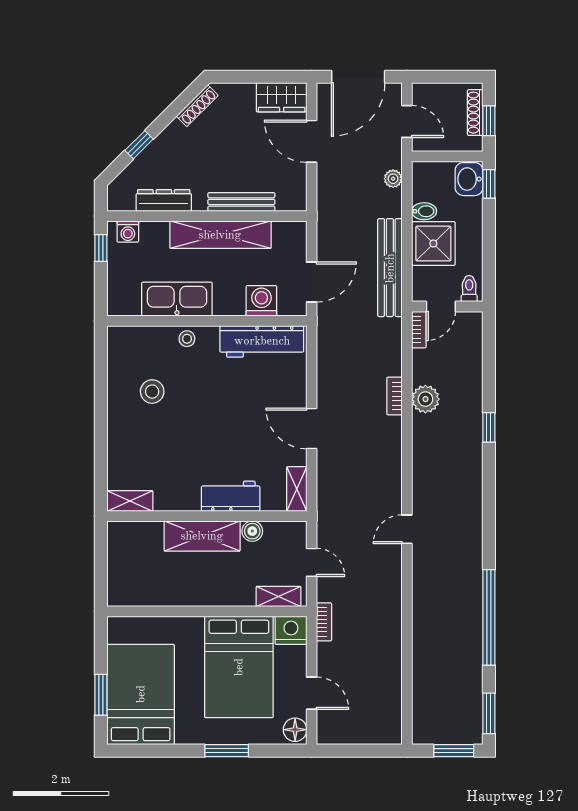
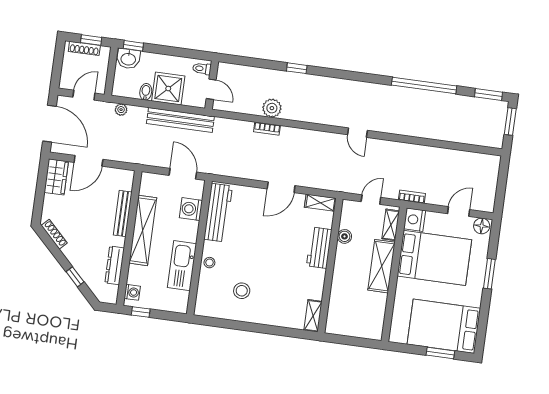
bookcase: (419, 330) -> (225, 106), removed
shelving: (202, 536) -> (382, 266), moved

